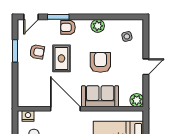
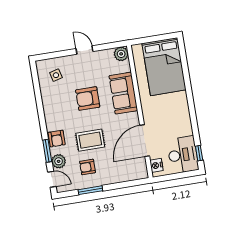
plant: (98, 26) -> (59, 161), moved
armchair: (37, 52) -> (88, 167), turned -100
door: (65, 109) -> (145, 141), moved

